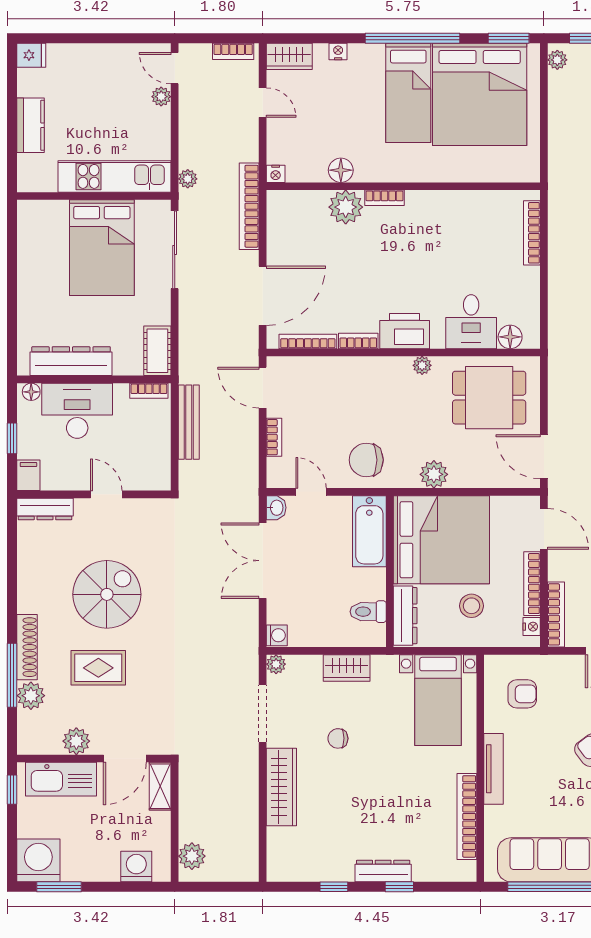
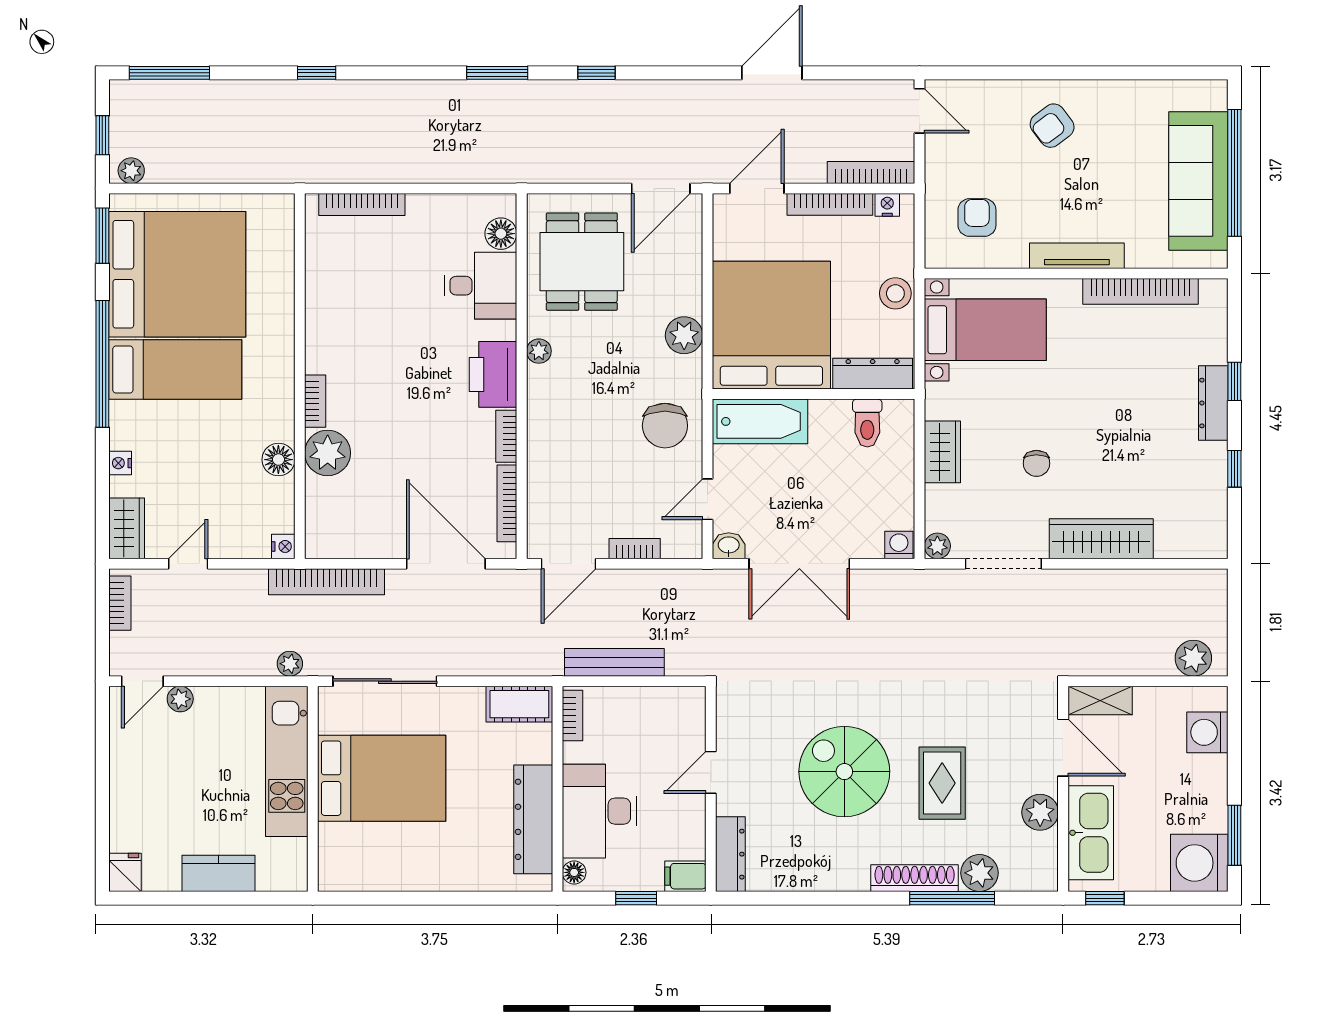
stool: (472, 606) -> (895, 293), moved

